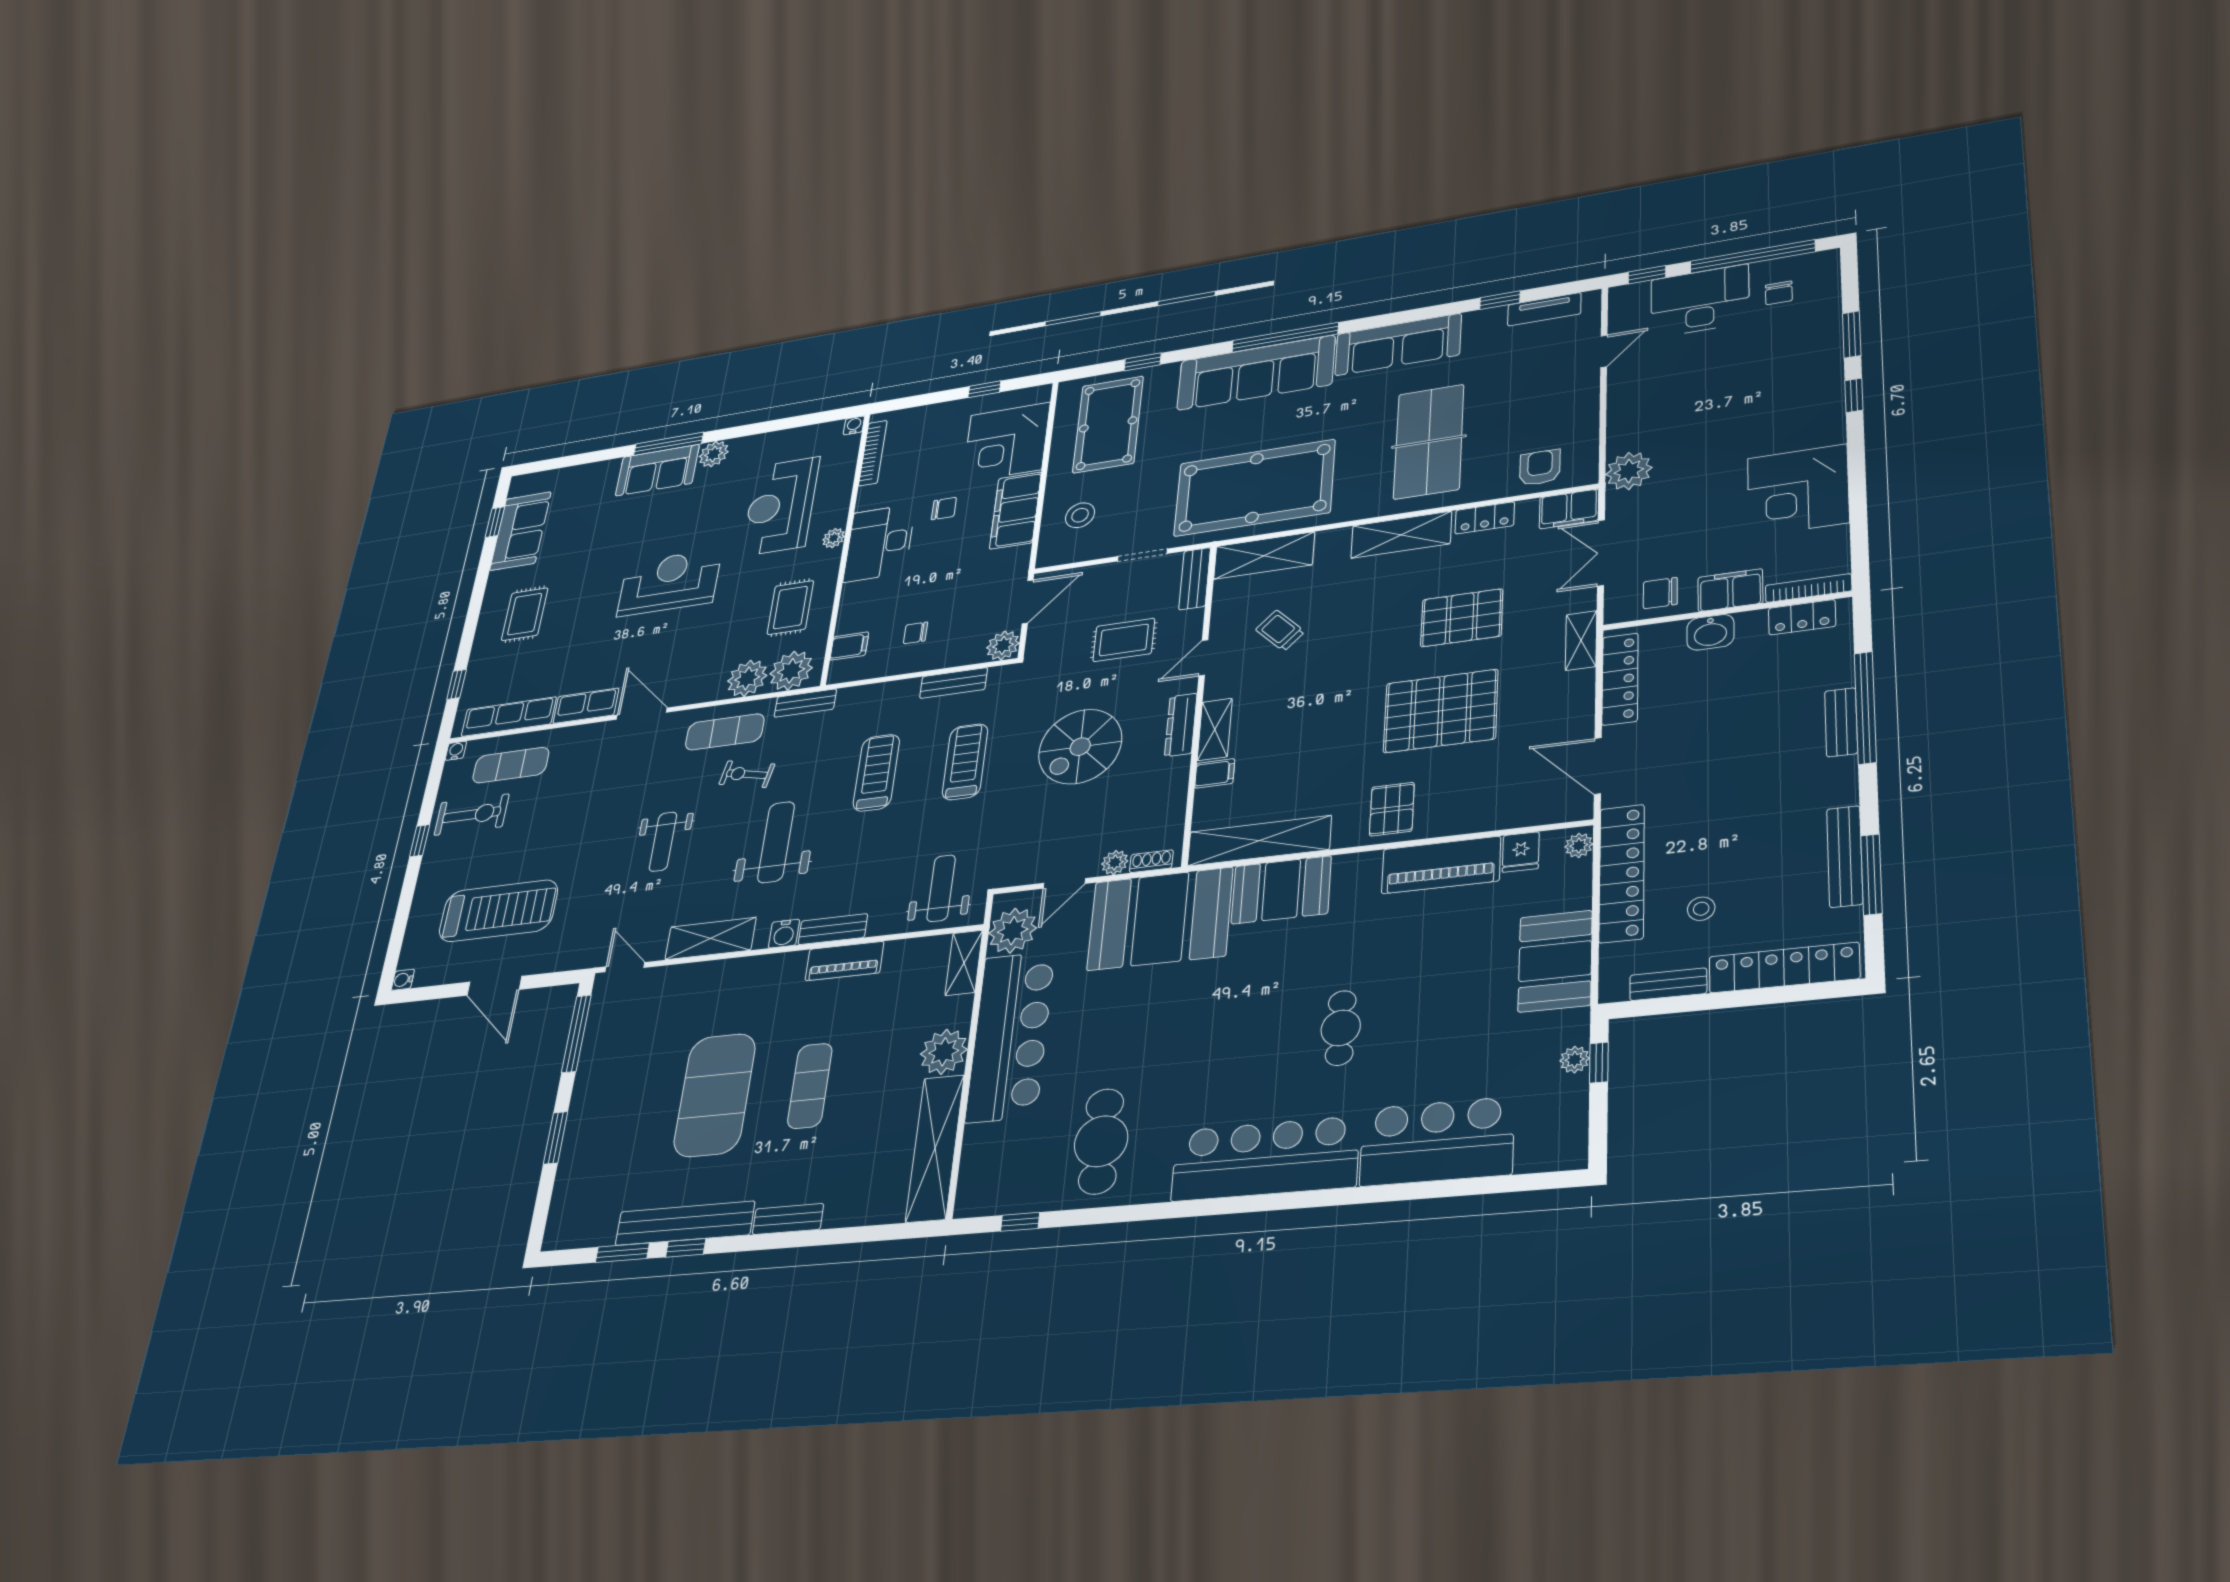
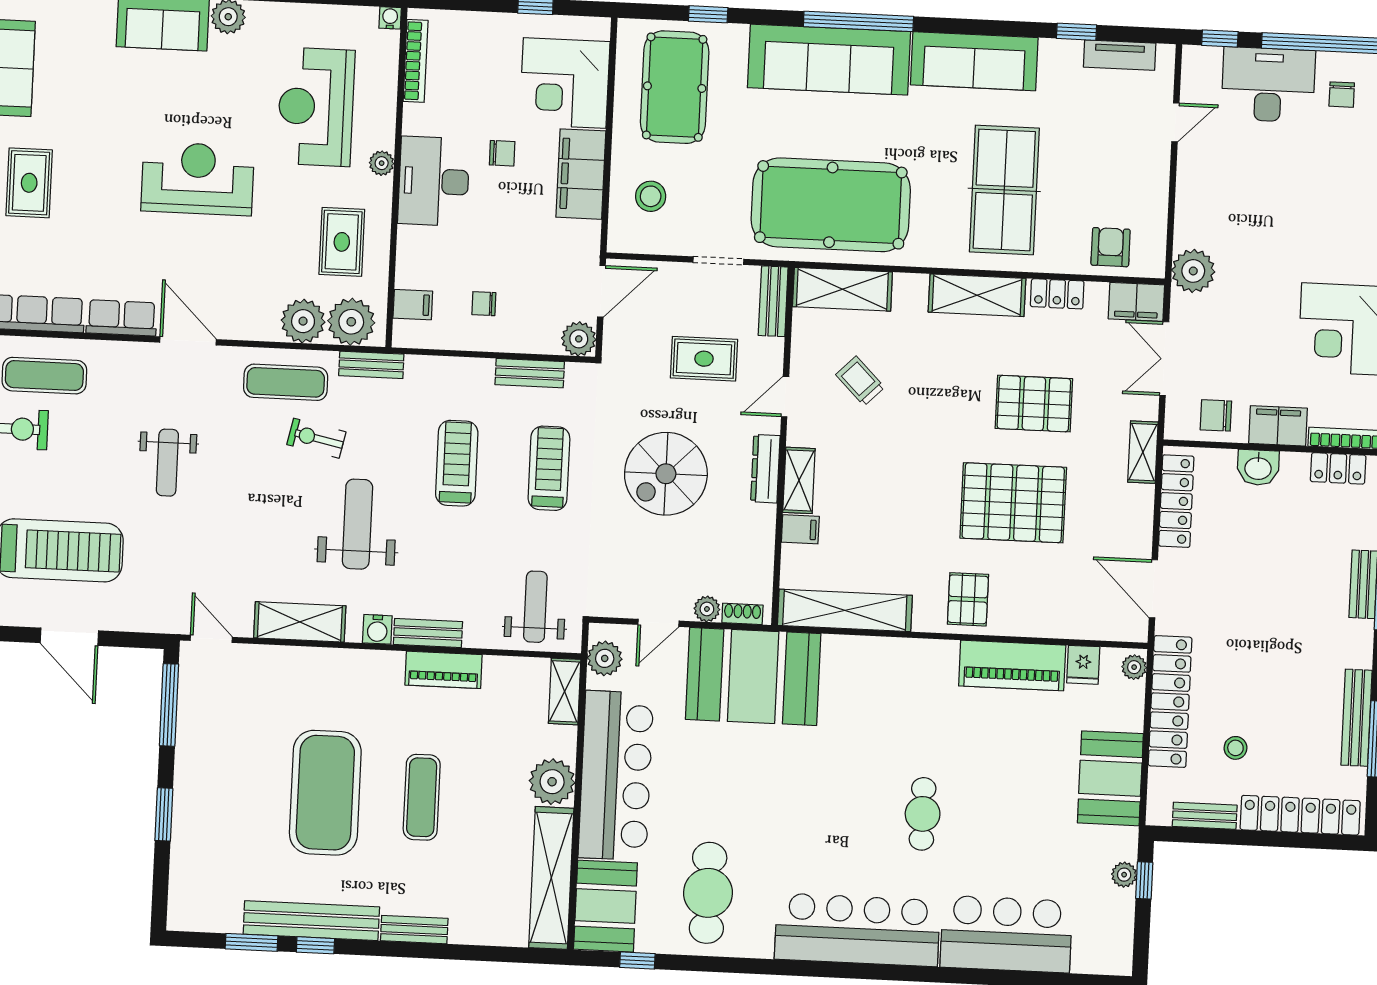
weight bench: (663, 842) -> (167, 463), moved
booth: (1281, 890) -> (605, 906), moved, turned 90
plant: (1013, 931) -> (605, 658), width x0.73, depth x0.73

